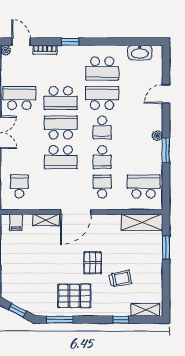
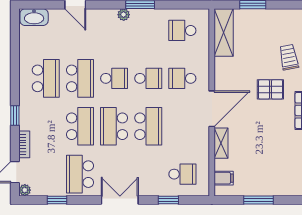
washbasin: (140, 52) -> (34, 17), moved, turned 90
school desk: (102, 98) -> (80, 78), turned 180
school desk: (19, 187) -> (182, 174), turned 180
school desk: (144, 187) -> (182, 30), width x0.54
door: (76, 212) -> (212, 109), hinge flipped

